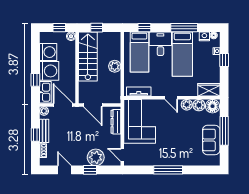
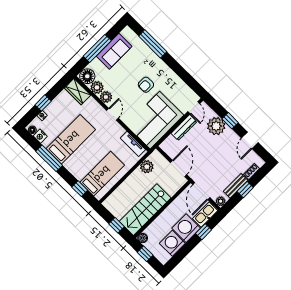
desk: (160, 44) -> (80, 164), removed
plant: (115, 66) -> (147, 167), moved
dresser: (116, 122) -> (184, 127), moved
armchair: (169, 139) -> (146, 85), added
window: (168, 170) -> (153, 44), moved

